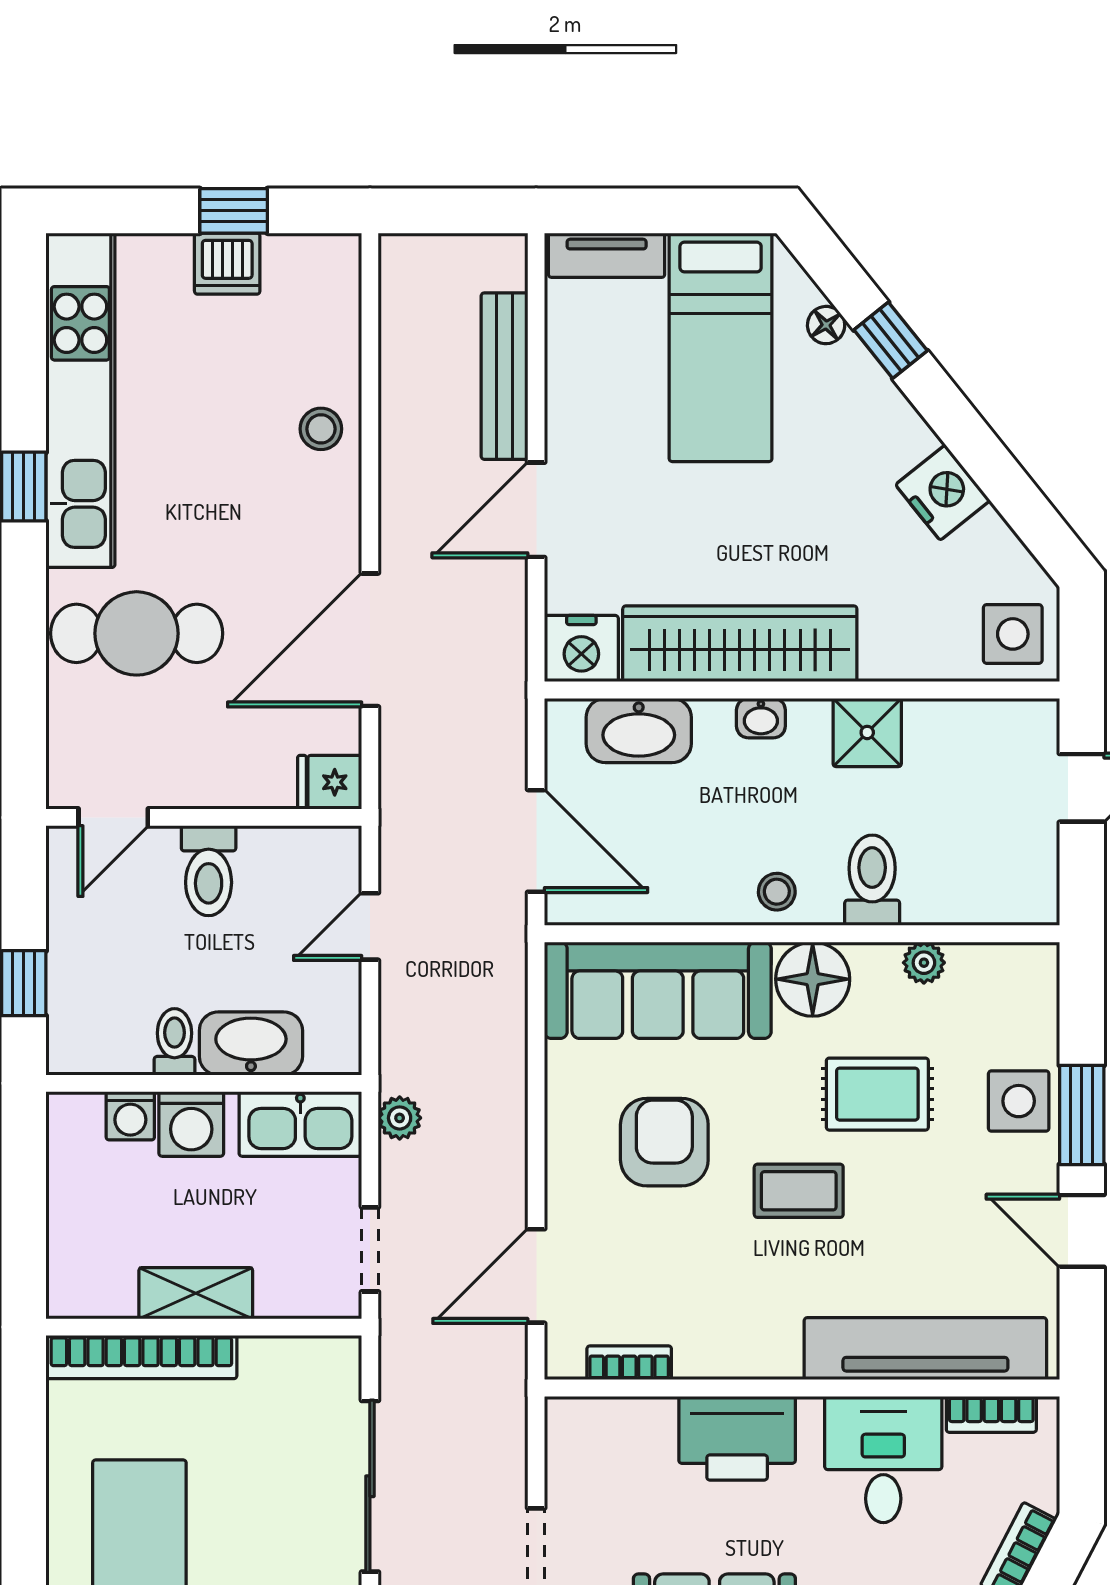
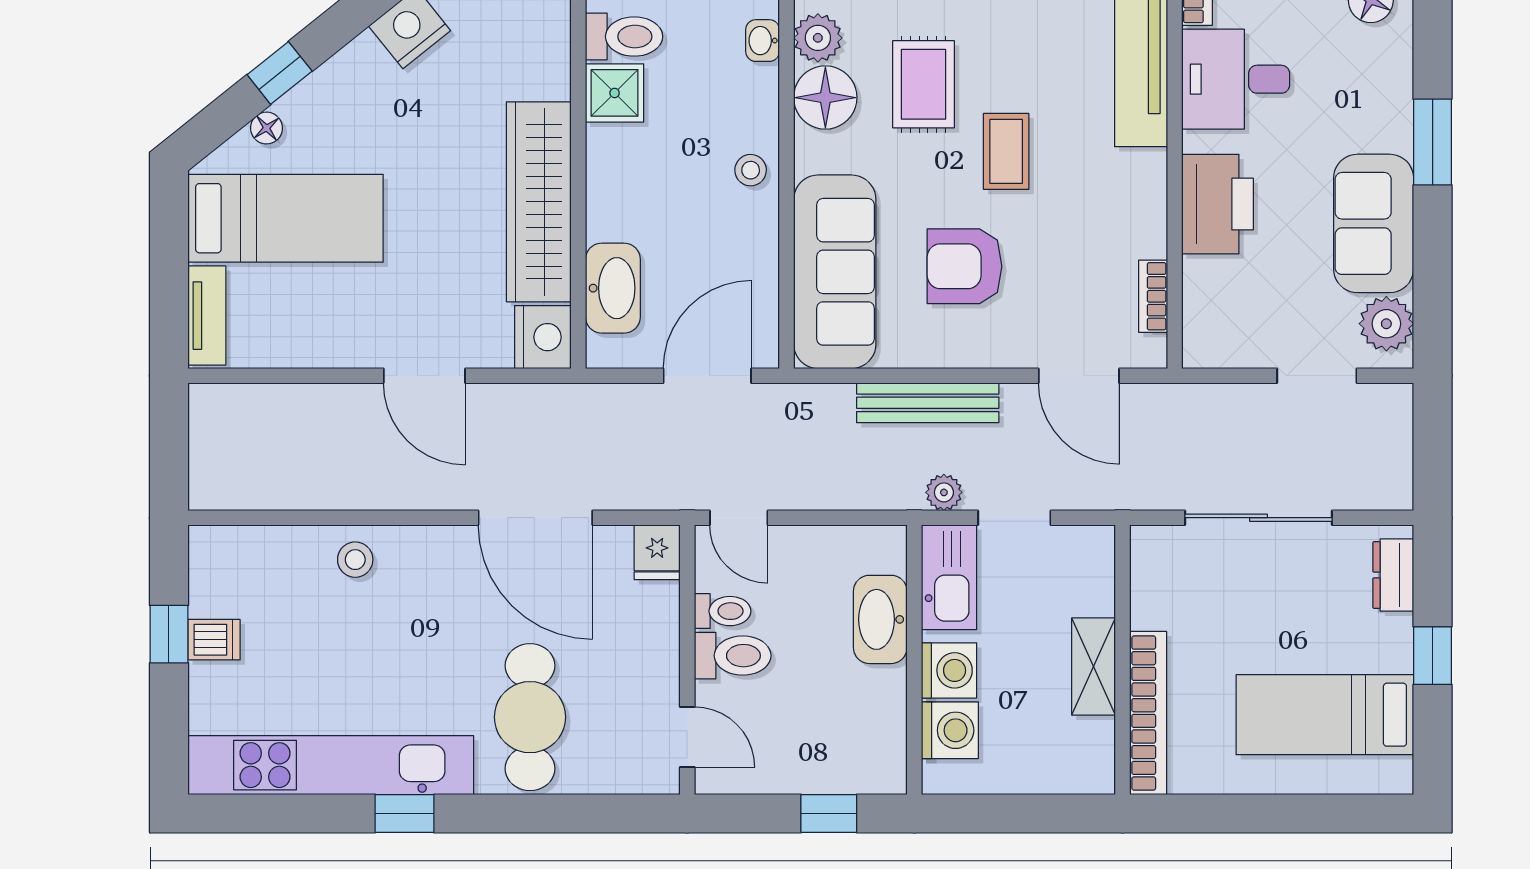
dishwasher: (227, 264) -> (214, 640), width x0.73
bench: (505, 376) -> (928, 403), moved
washbasin: (761, 718) -> (763, 41), moved, turned 180
toilet: (872, 880) -> (624, 37), moved, turned 180
door: (370, 926) -> (739, 518), moved
plant: (924, 963) -> (818, 38), width x1.38, depth x1.38
floor lamp: (813, 979) -> (825, 98), moved
toilet: (174, 1042) -> (723, 611), moved, turned 180
washing machine: (130, 1116) -> (950, 730), width x1.38, depth x1.38
doorway: (370, 1249) -> (1014, 518), moved

